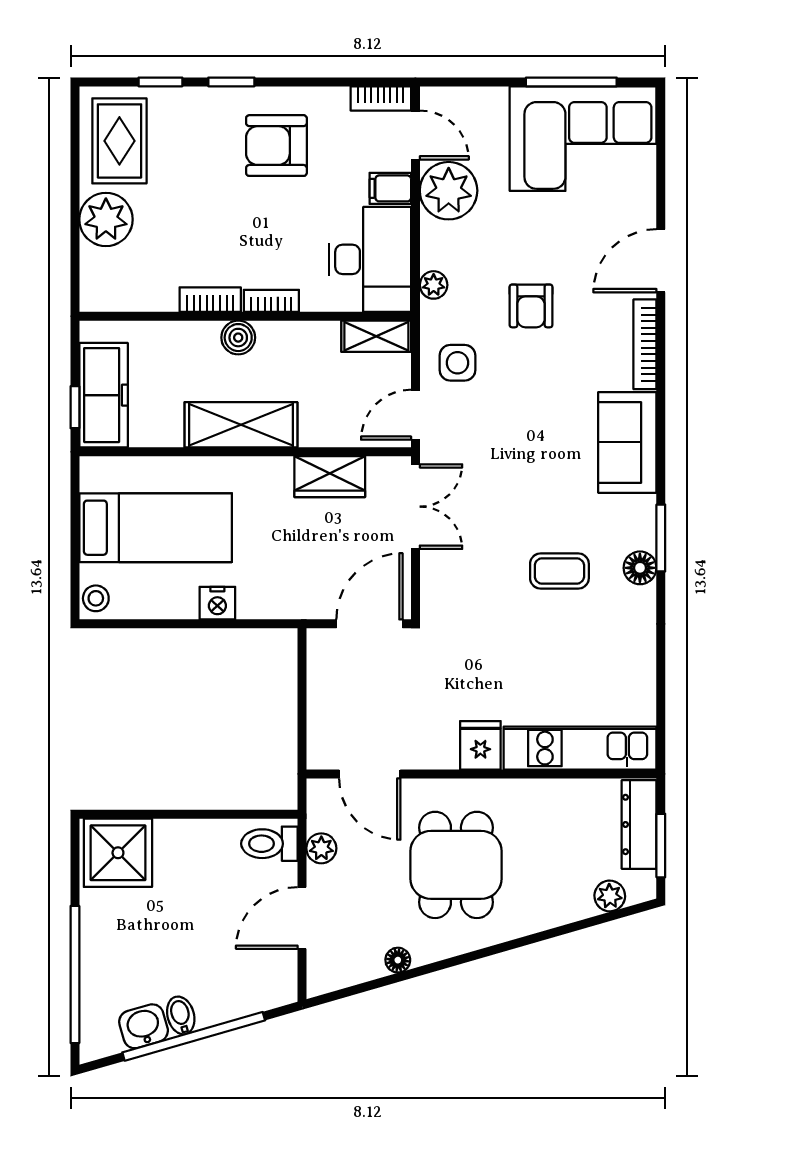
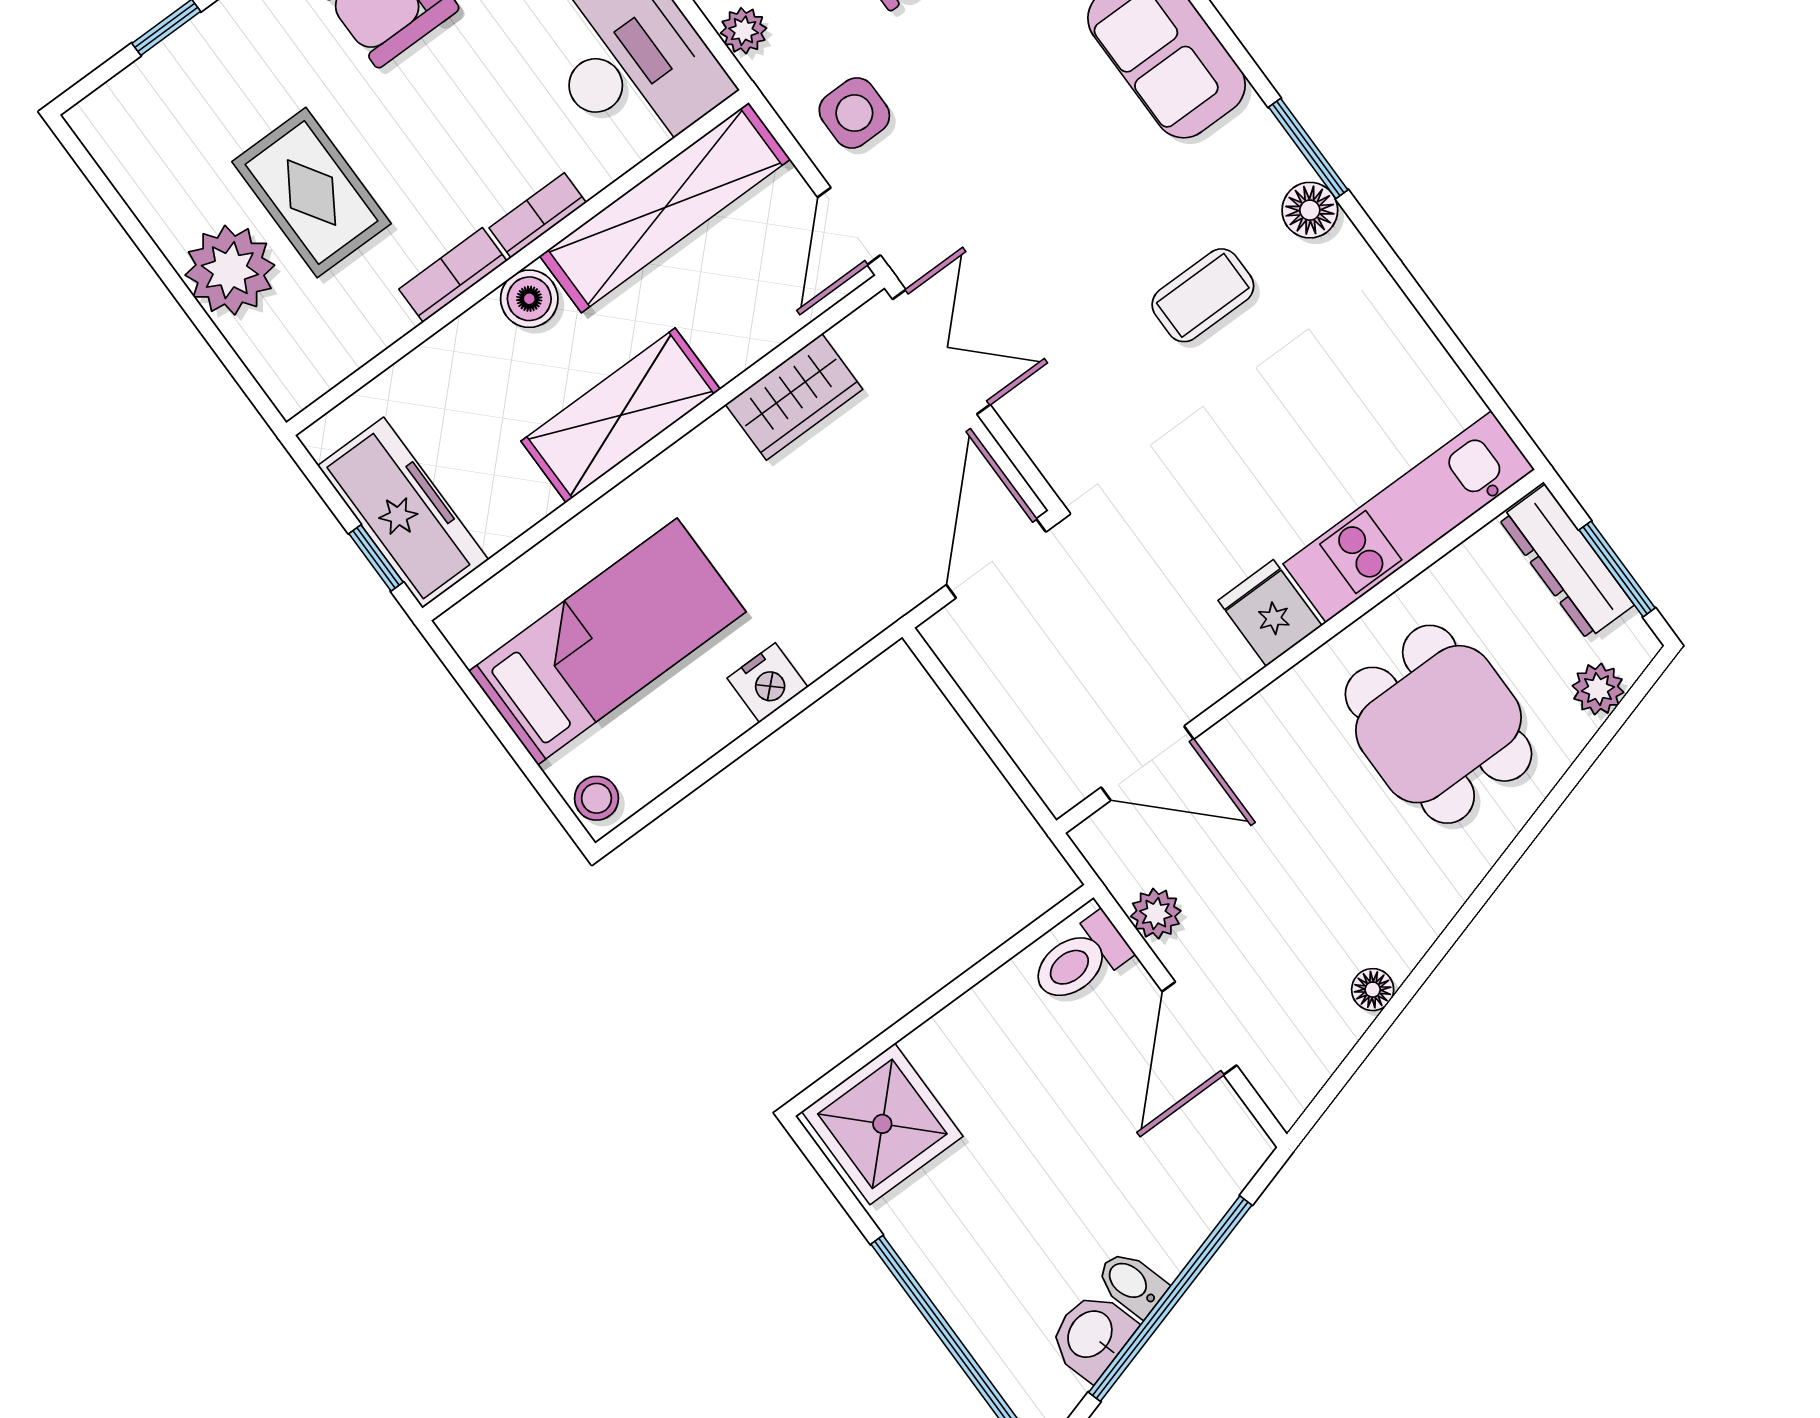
rug: (119, 141) -> (311, 193), moved
shelving: (376, 336) -> (665, 207), width x2.20, depth x1.33
dining table: (456, 865) -> (1438, 724), moved

